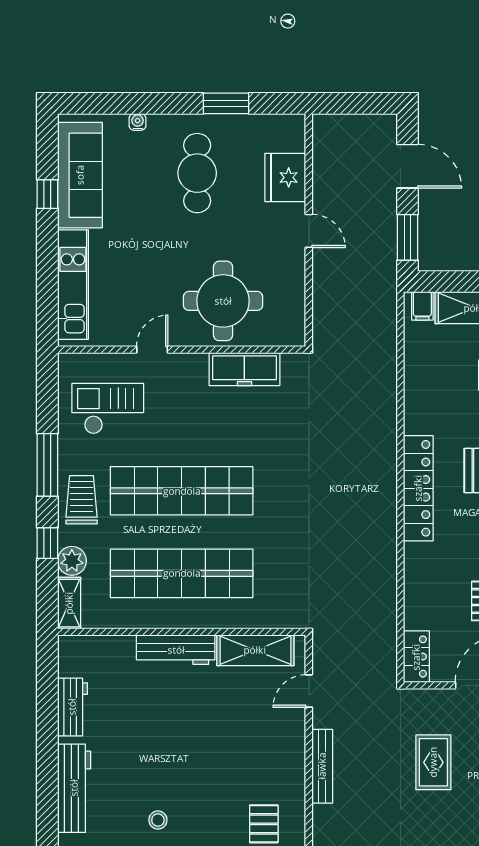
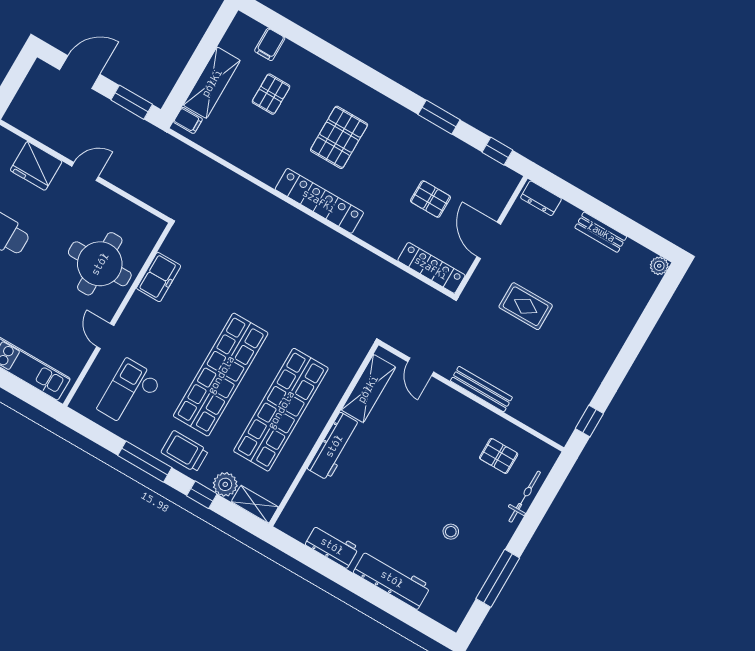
freezer: (244, 369) -> (159, 277), width x0.71
locker: (416, 657) -> (431, 268), width x1.53

